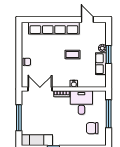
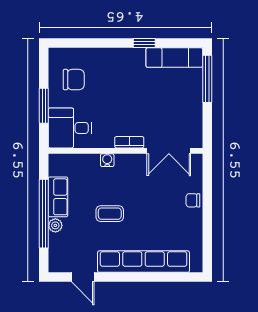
window: (109, 54) -> (44, 214), width x2.11
desk: (81, 102) -> (70, 128), moved, turned 90
window: (109, 114) -> (44, 106), width x0.69
window: (19, 118) -> (207, 79), moved

